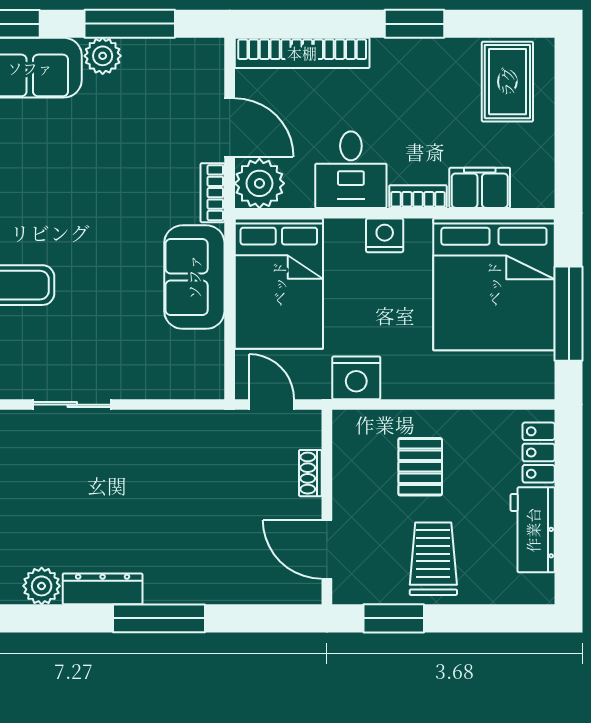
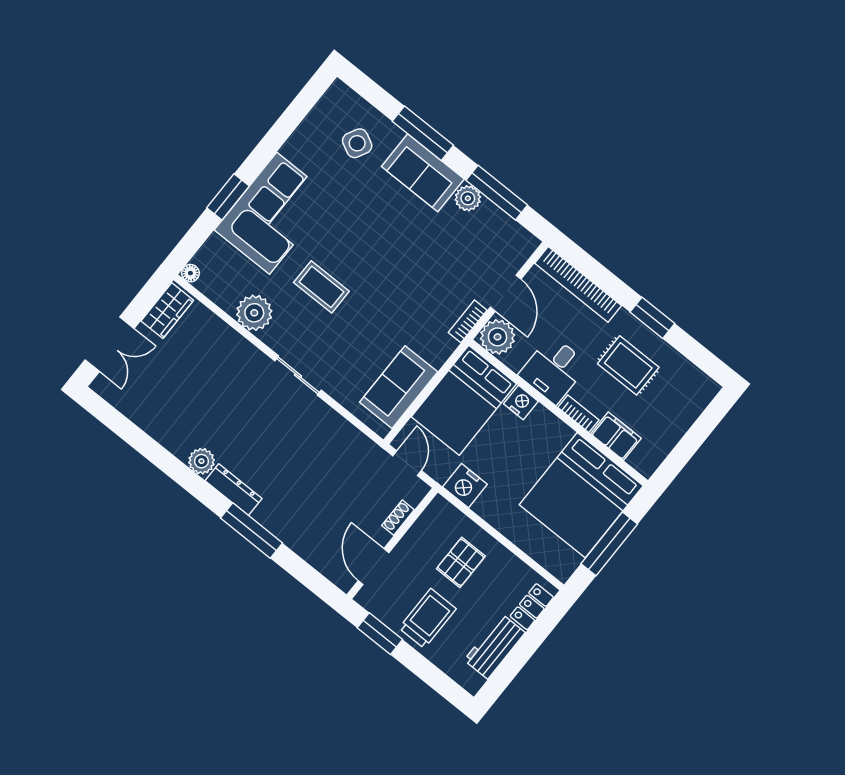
rug: (507, 82) -> (628, 365), moved, turned 90
nightstand: (385, 235) -> (521, 402), moved
sofa: (194, 277) -> (399, 387), moved

